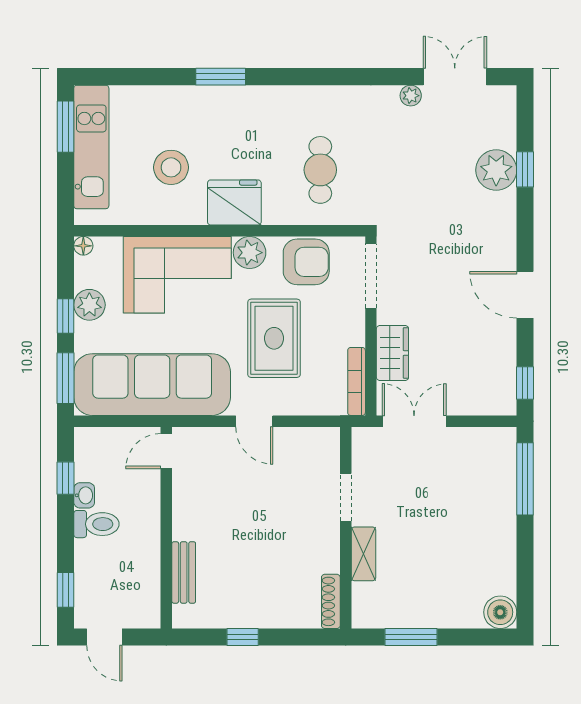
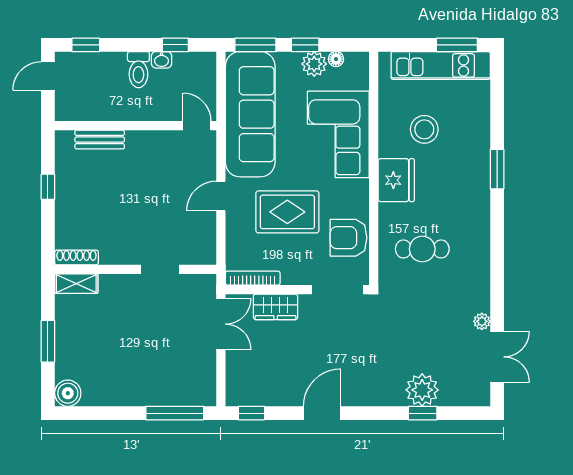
floor lamp: (83, 246) -> (336, 59), moved
plant: (250, 253) -> (356, 192), removed
armchair: (306, 262) -> (349, 238), turned 90
shelving: (363, 554) -> (76, 284), moved
window: (411, 637) -> (48, 341), moved

